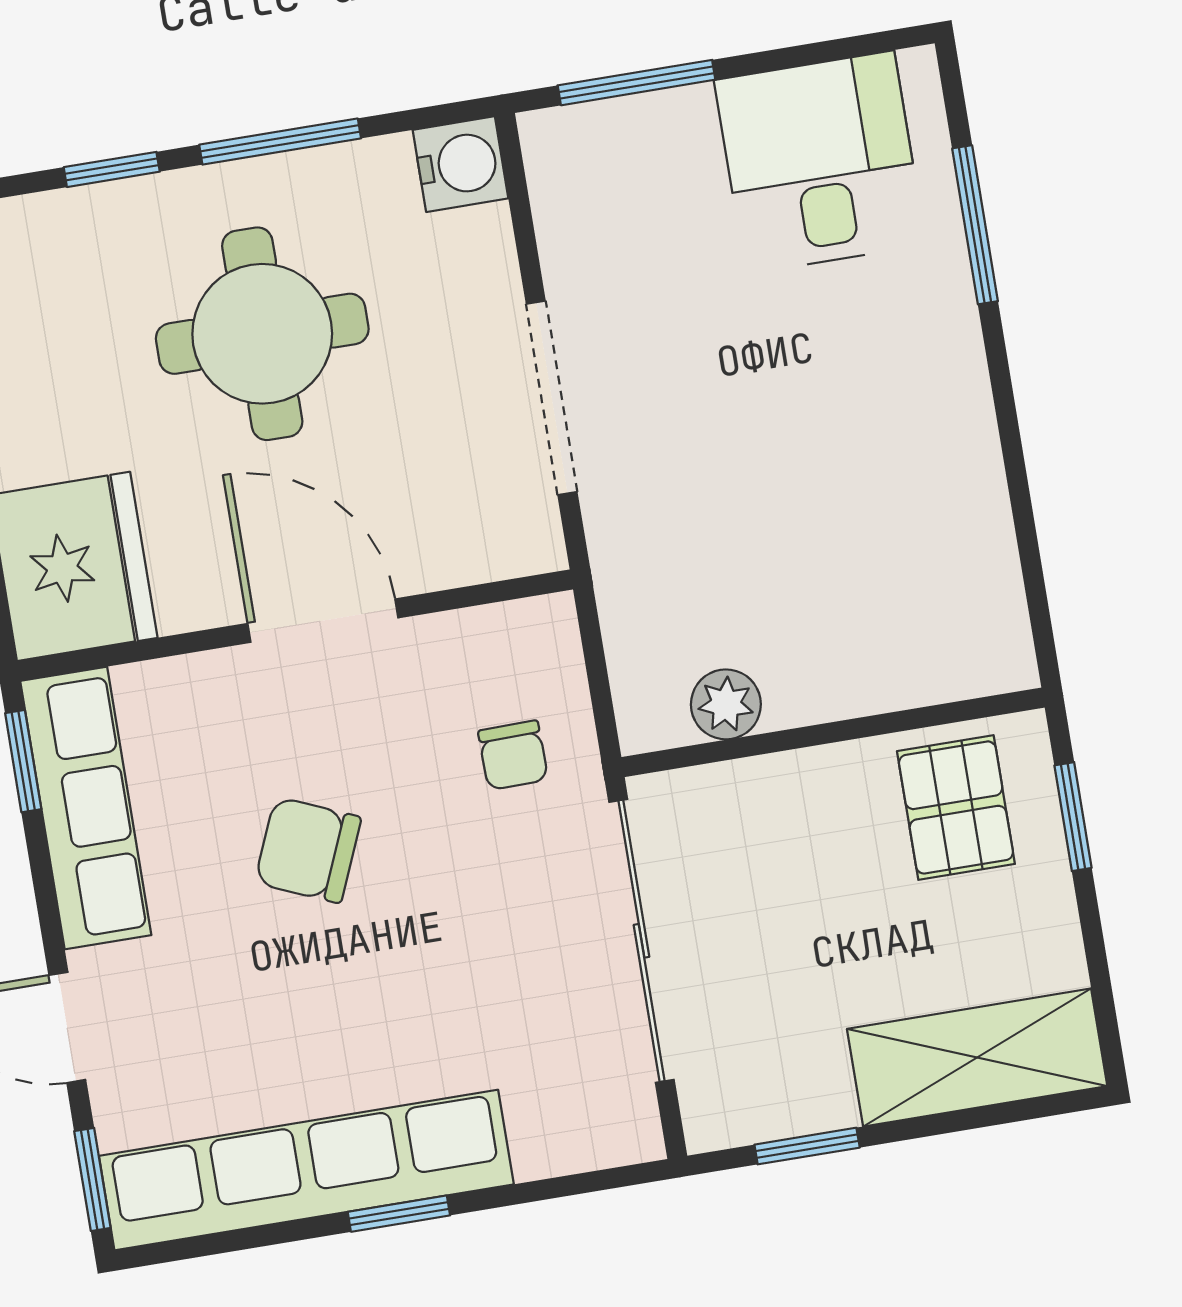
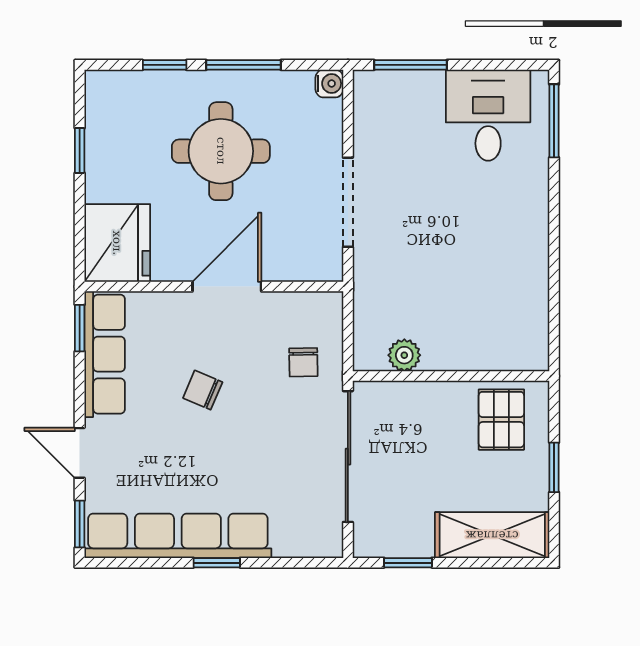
water cooler: (460, 164) -> (329, 83), width x0.72, depth x0.72
window: (975, 225) -> (554, 121), moved
door: (323, 621) -> (227, 287), hinge flipped
window: (1073, 817) -> (554, 467), moved
chair: (308, 850) -> (203, 390), width x0.73, depth x0.73

